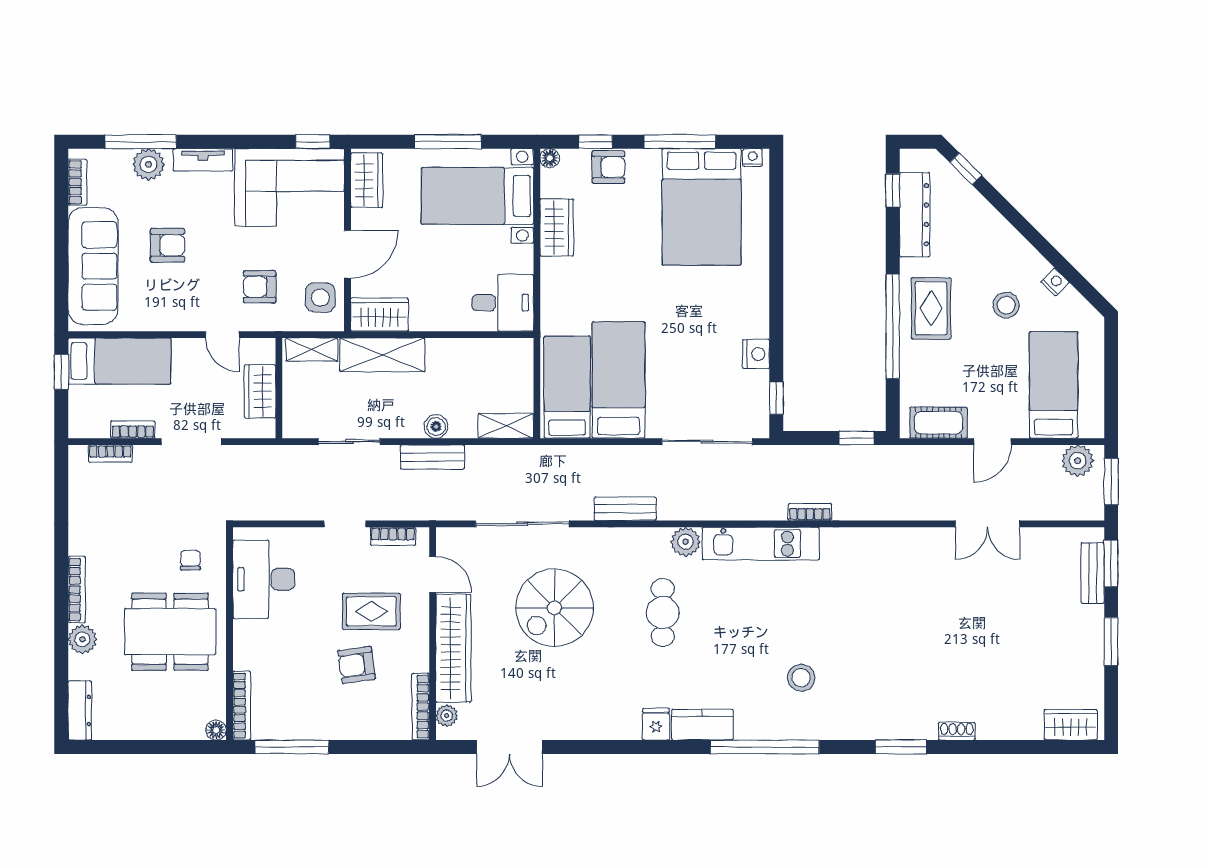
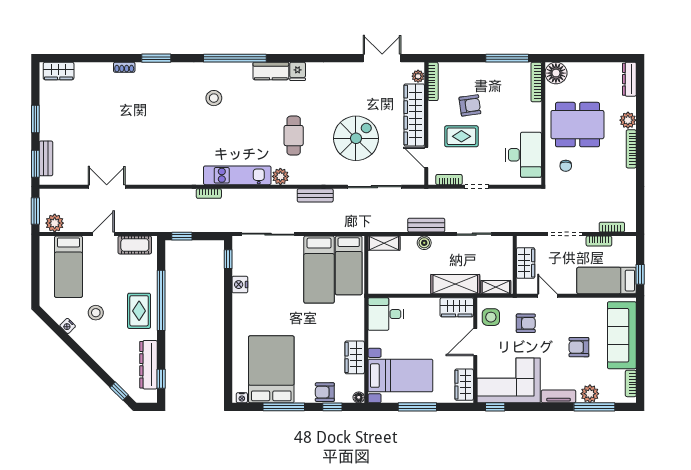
floor lamp: (216, 730) -> (556, 73), width x1.89, depth x1.89

